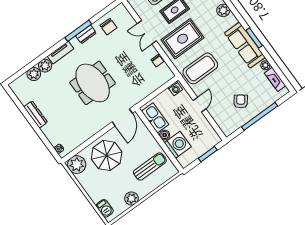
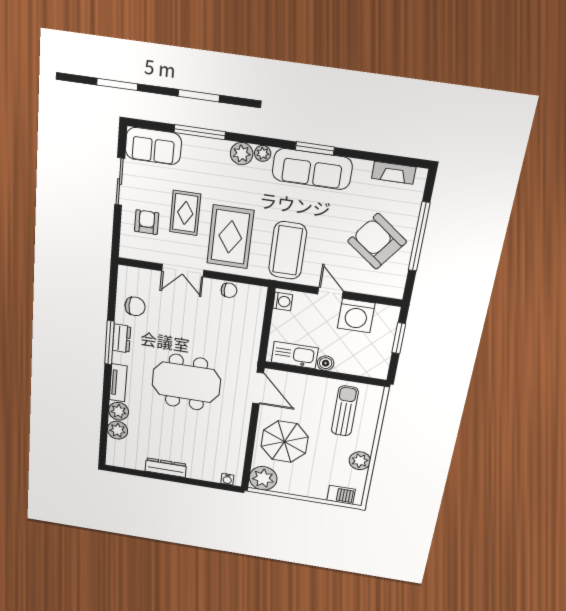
plant: (265, 65) -> (263, 153), moved
armchair: (241, 101) -> (377, 241), width x1.88, depth x1.88
washing machine: (178, 145) -> (356, 316), moved, turned 180

